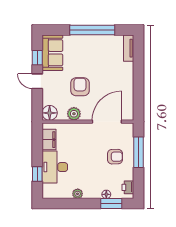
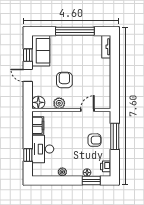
door: (107, 122) -> (87, 110), width x0.53

